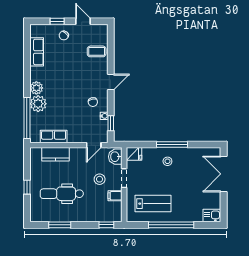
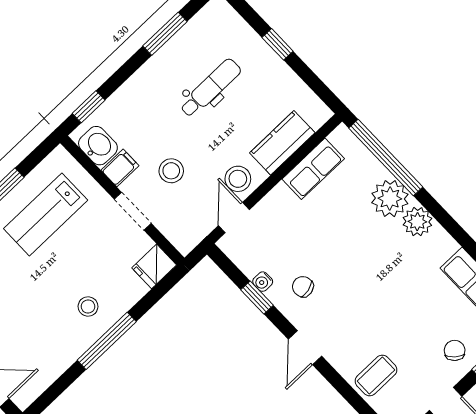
window: (111, 123) -> (257, 297), moved
stool: (81, 156) -> (238, 179), added
washbasin: (115, 157) -> (98, 146), moved
dental chair: (62, 194) -> (210, 88), width x0.73, depth x0.72

